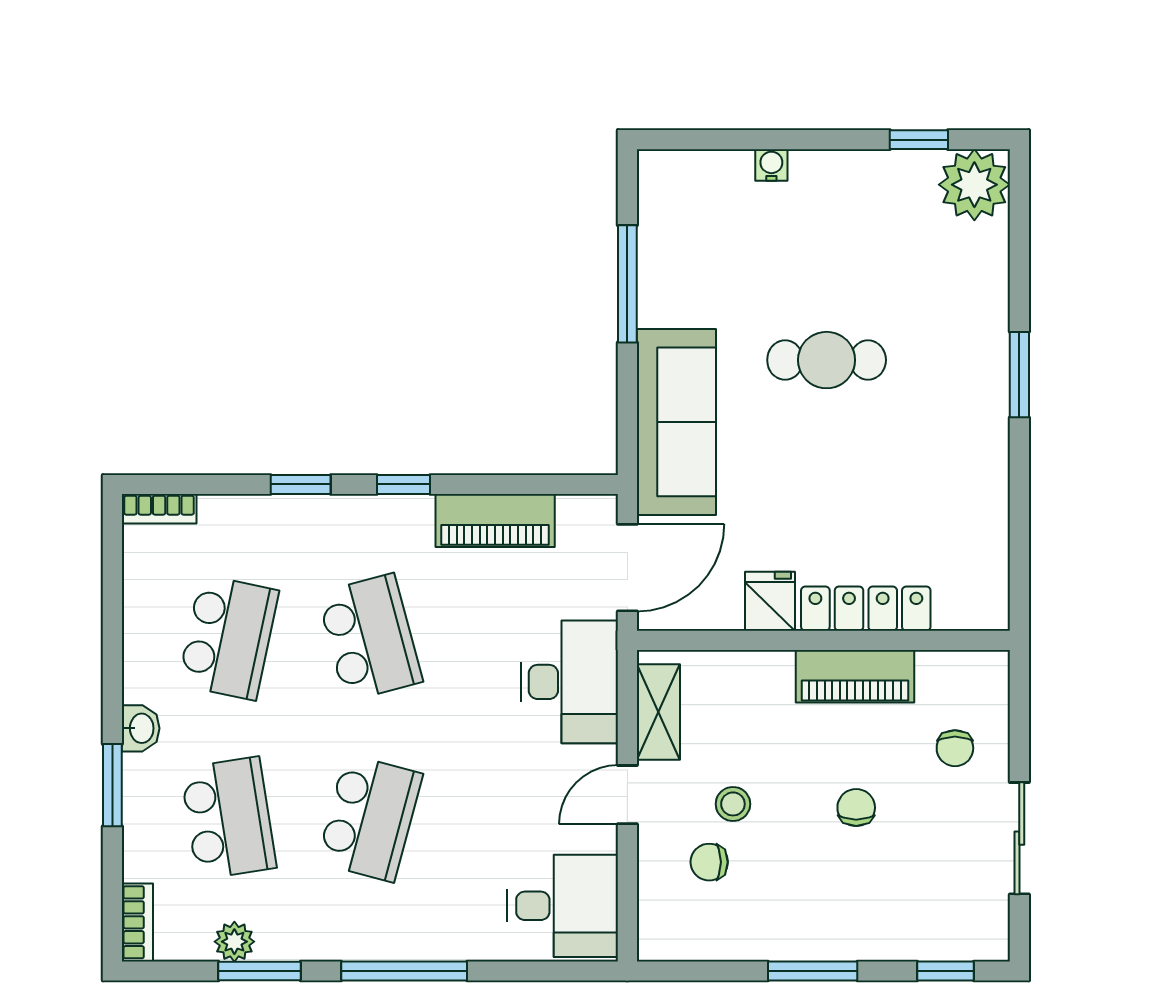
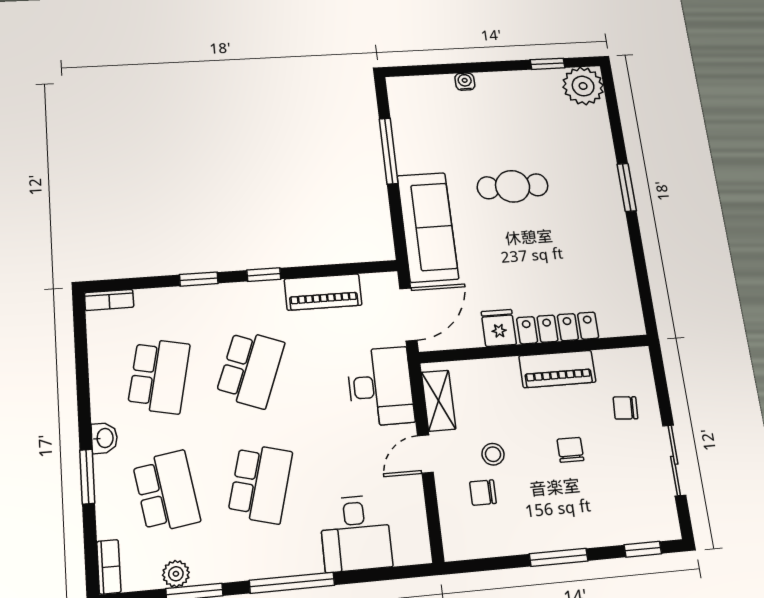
school desk: (370, 637) -> (250, 369), turned 36
chair: (955, 748) -> (625, 408), turned 94
desk: (563, 906) -> (356, 533), moved, turned 90

